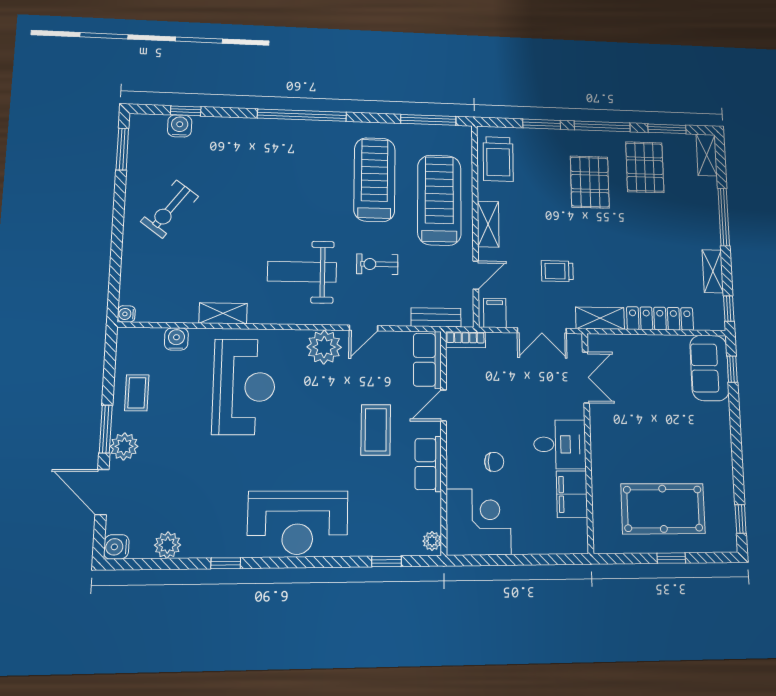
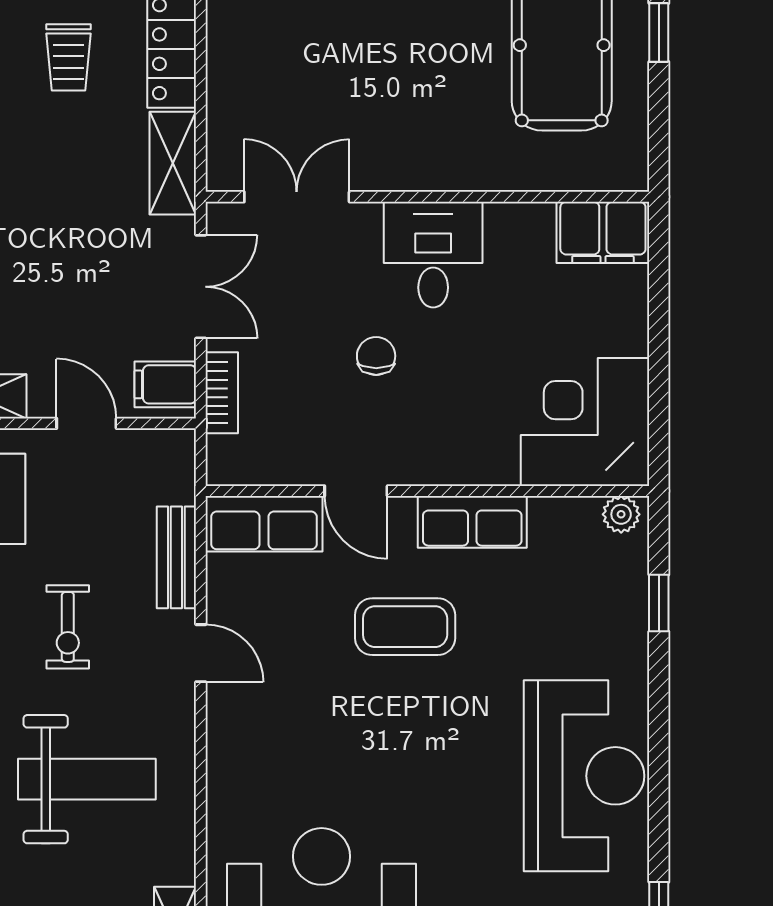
trolley: (557, 271) -> (69, 57), moved
weight bench: (302, 272) -> (87, 779), turned -90
bench: (436, 317) -> (176, 557), moved
bookcase: (466, 340) -> (222, 393), moved
plant: (324, 347) -> (240, 732), removed
chair: (494, 462) -> (376, 356), moved
filing cabinet: (572, 494) -> (603, 232), moved

